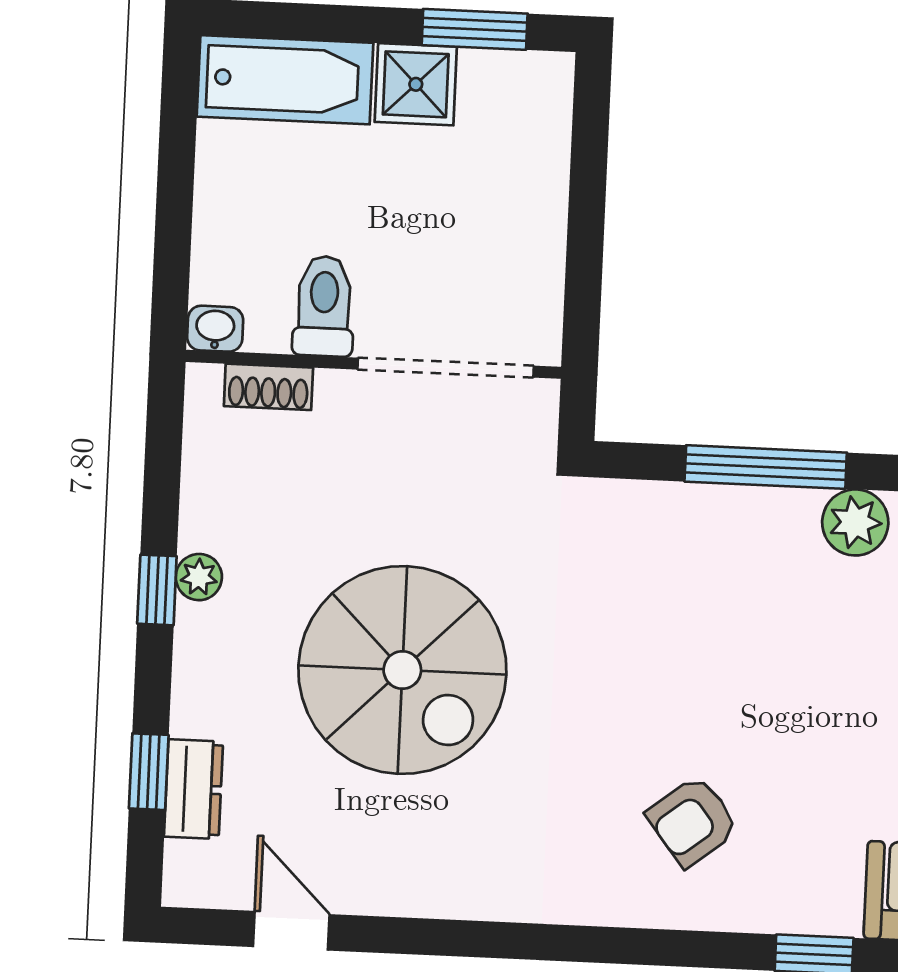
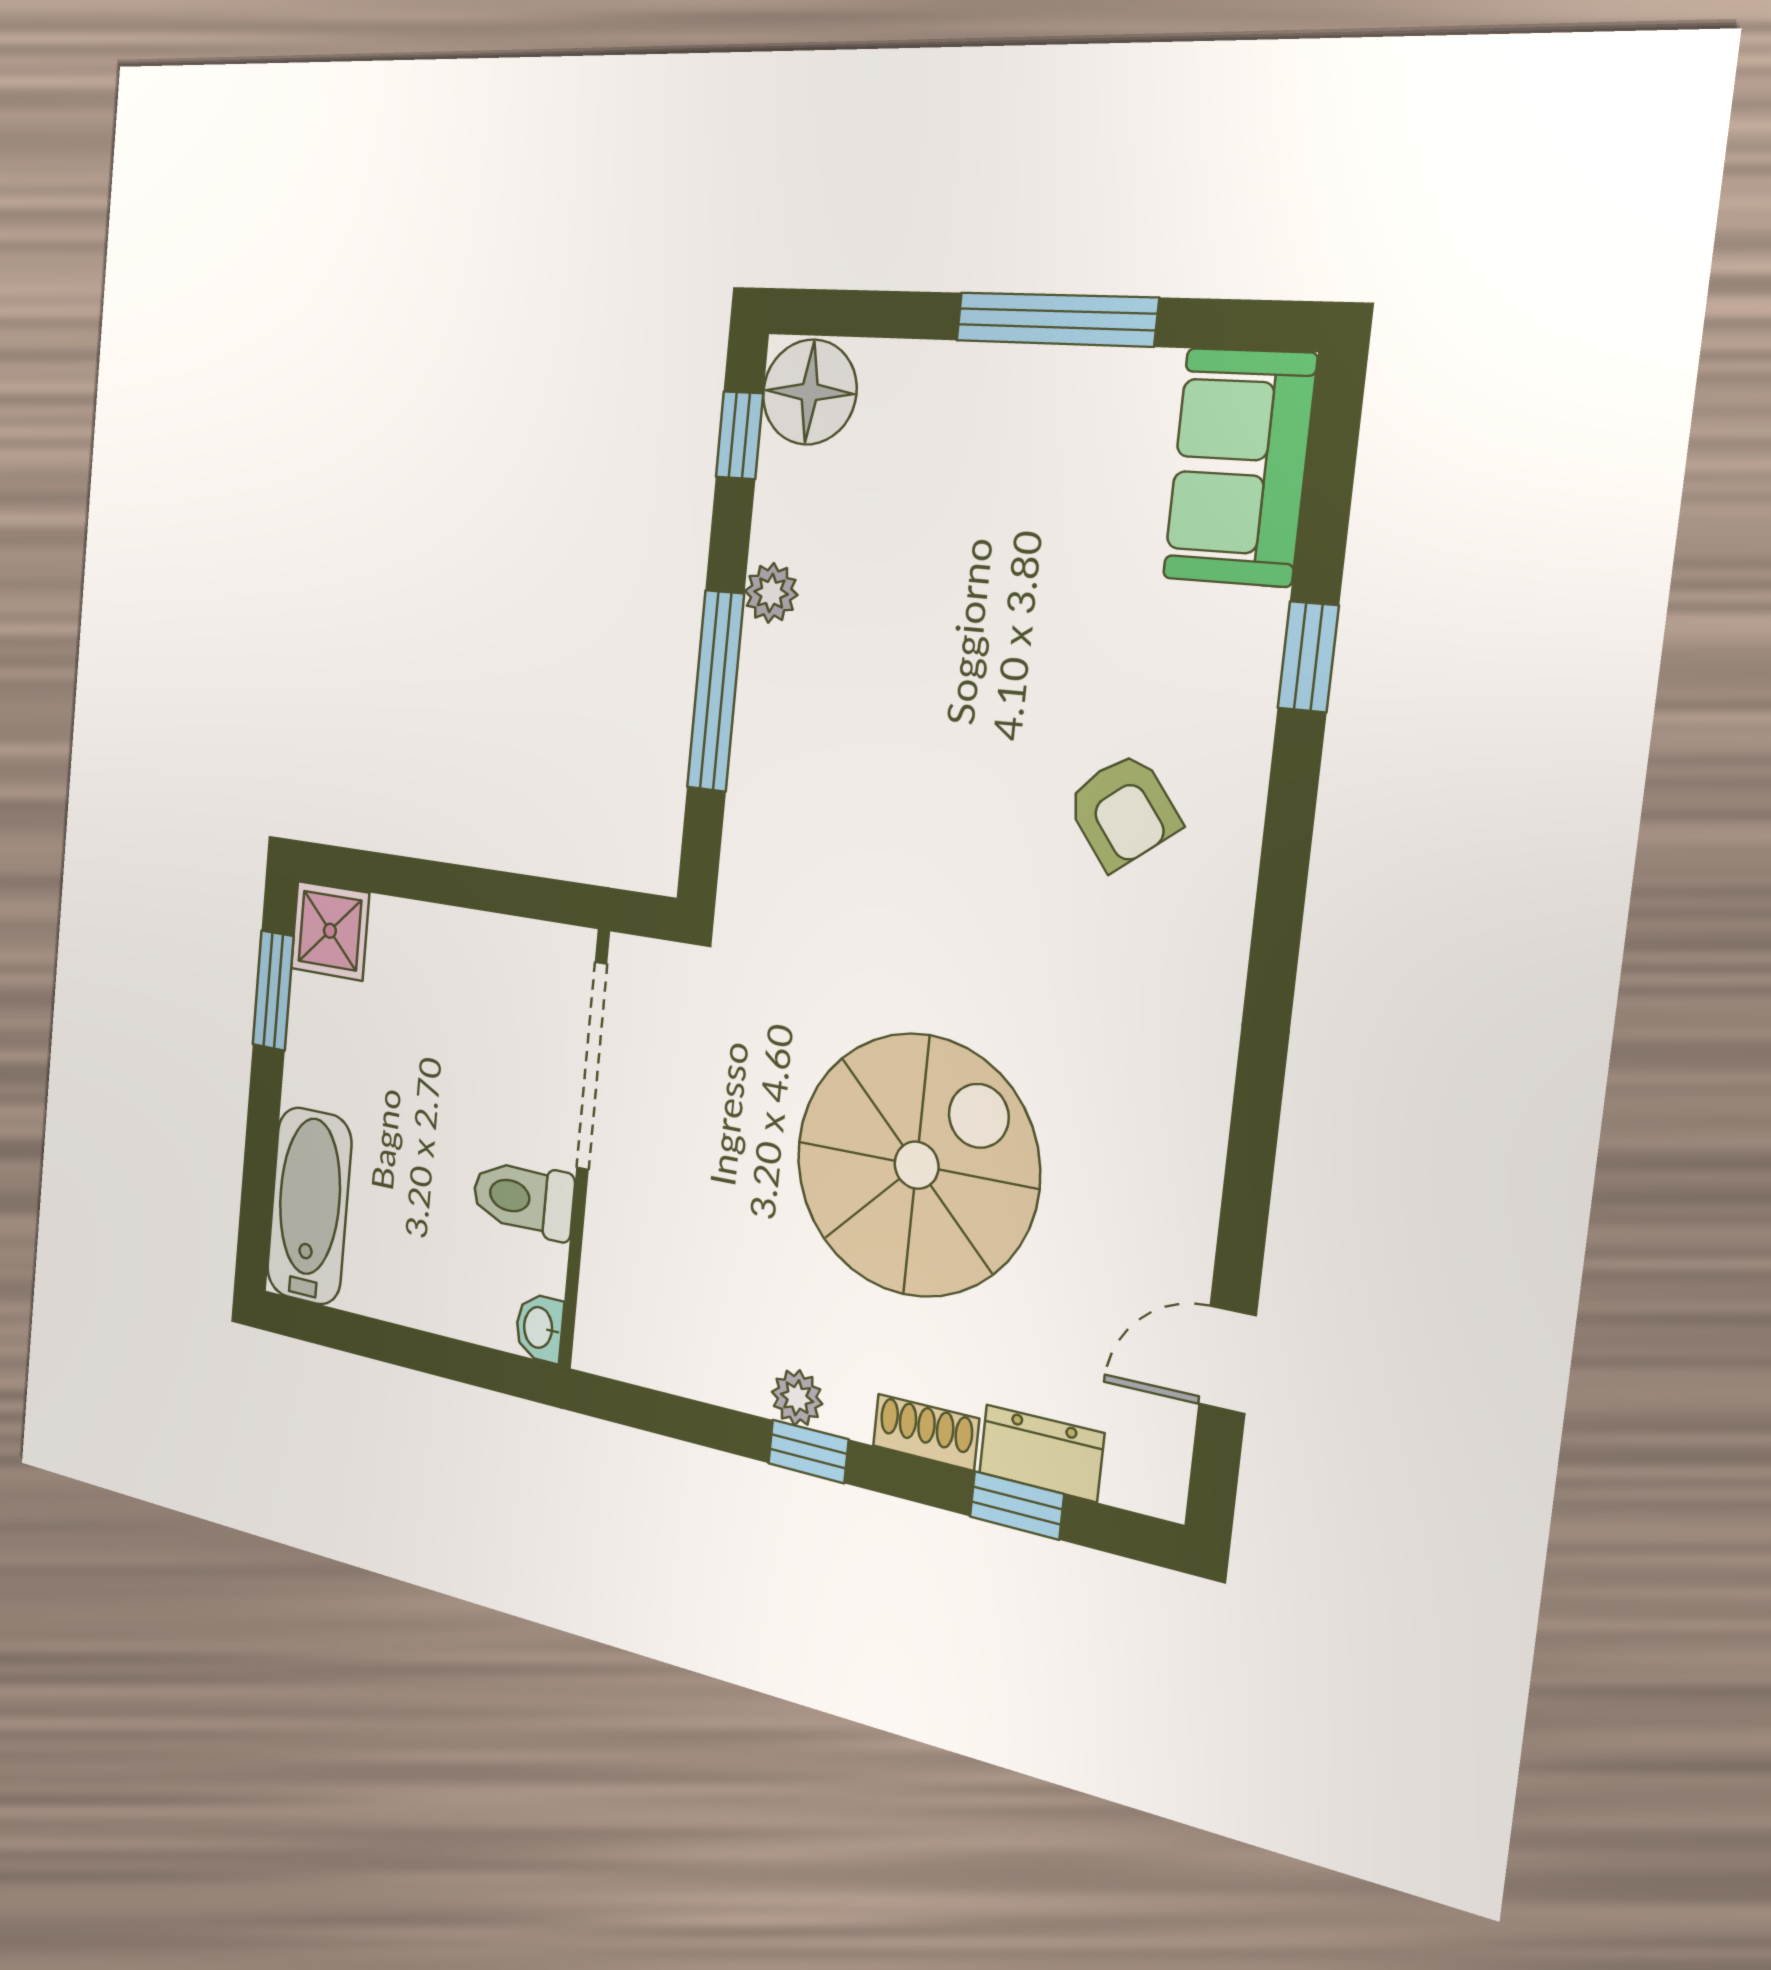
shower: (416, 84) -> (330, 931), moved
shoe rack: (268, 387) -> (926, 1432), moved, turned -90
plant: (855, 522) -> (771, 593), width x0.73, depth x0.73

